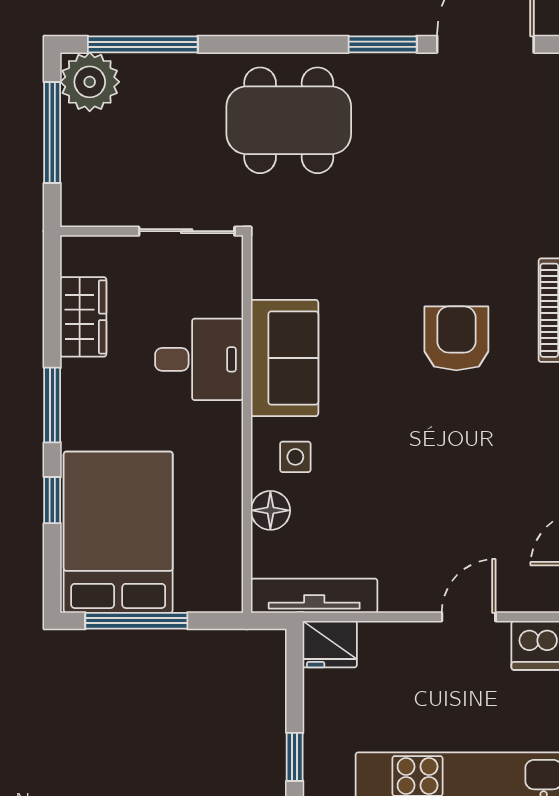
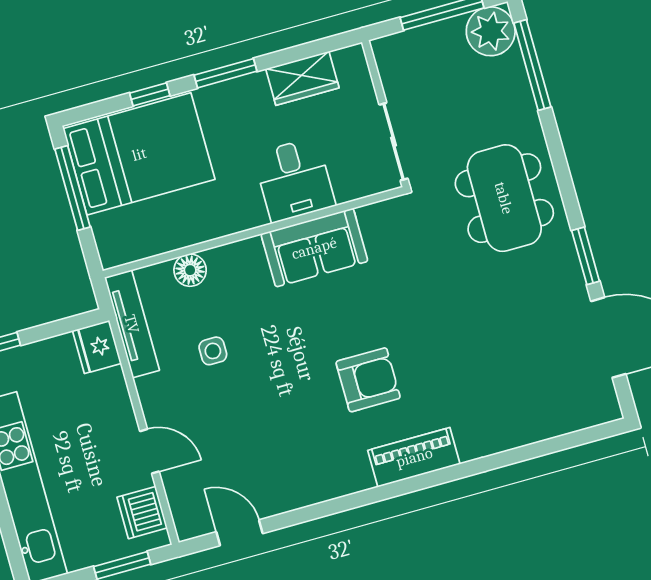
side table: (295, 457) -> (213, 351), moved

